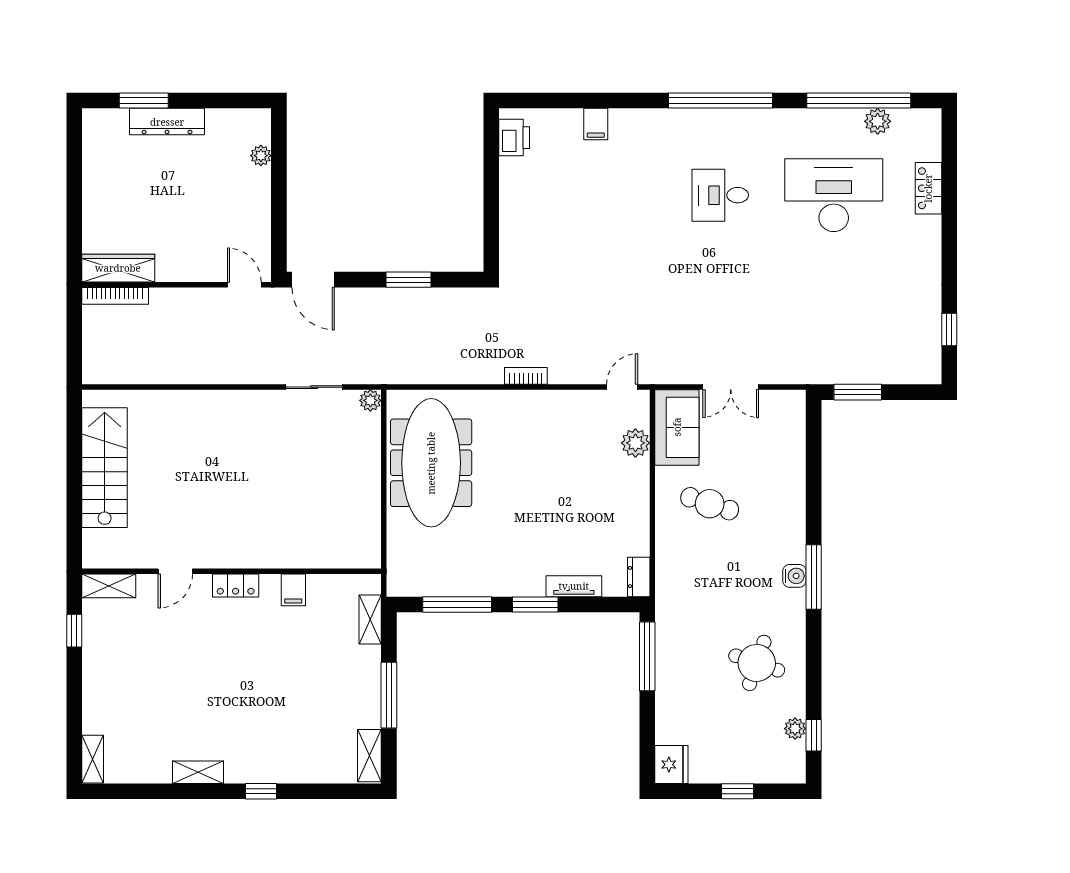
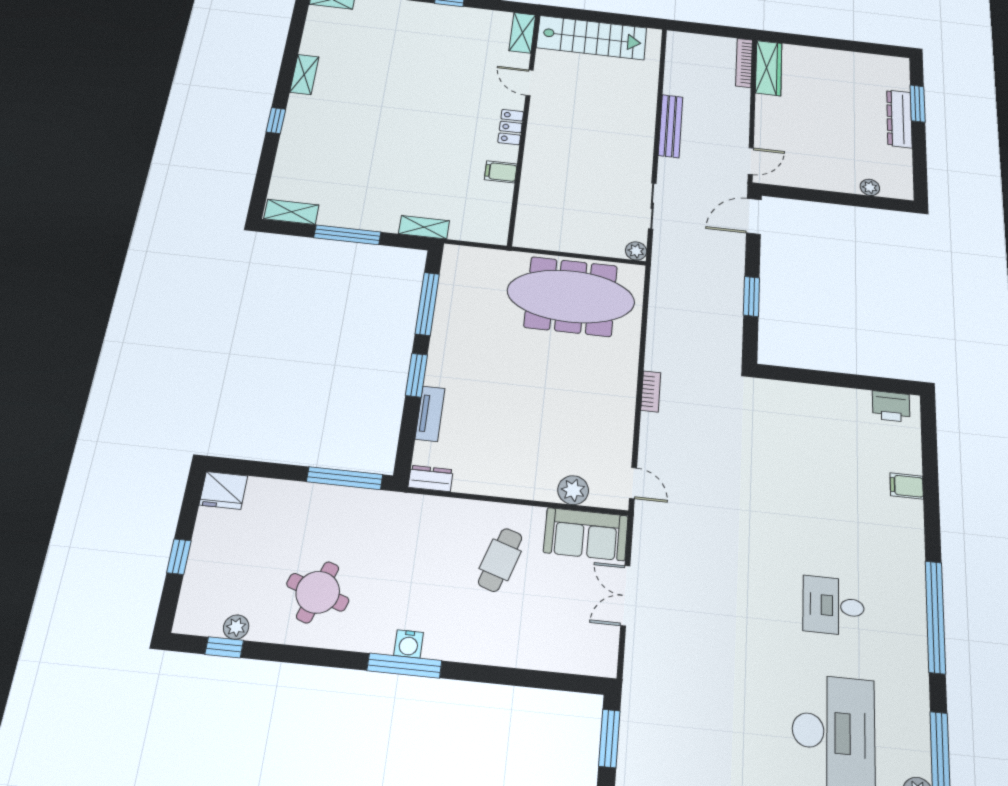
desk: (720, 195) -> (833, 606), turned -90
bench: (211, 373) -> (671, 126), added
door: (175, 571) -> (530, 83), moved
wall: (232, 571) -> (524, 125), moved
locker: (236, 585) -> (511, 127), moved
shelving: (109, 586) -> (522, 33), moved
filing cabinet: (293, 590) -> (501, 172), moved

